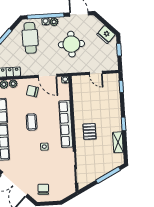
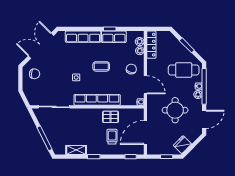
door: (96, 73) -> (145, 132), width x1.88
door: (47, 76) -> (145, 85), swing flipped
trolley: (102, 107) -> (112, 137), added
pallet: (89, 131) -> (111, 117), moved

